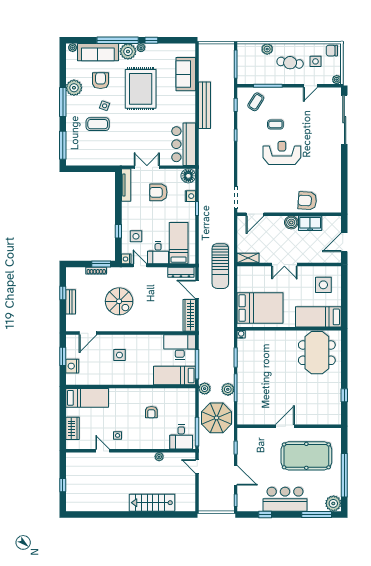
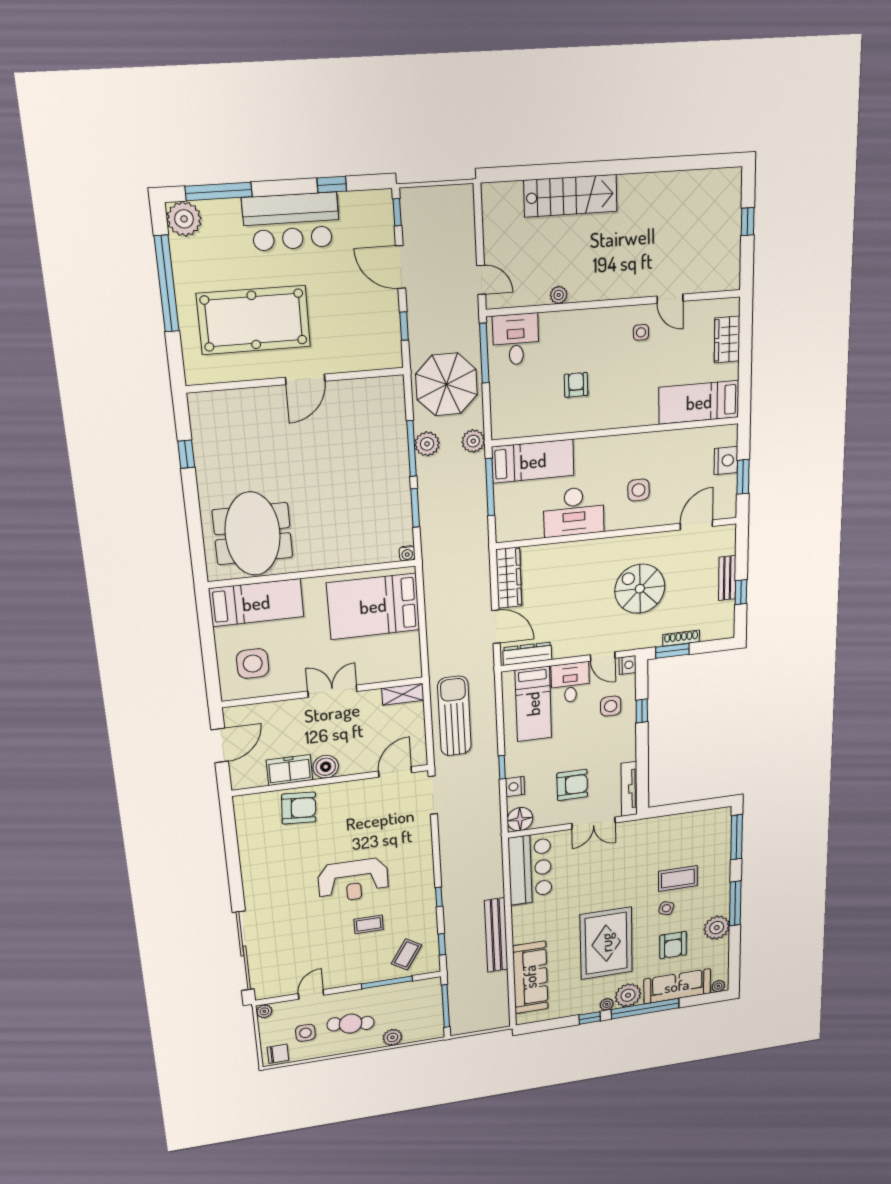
sofa: (186, 74) -> (530, 977), width x1.36
sun lounger: (220, 266) -> (454, 716), moved
desk: (180, 347) -> (574, 512), moved

